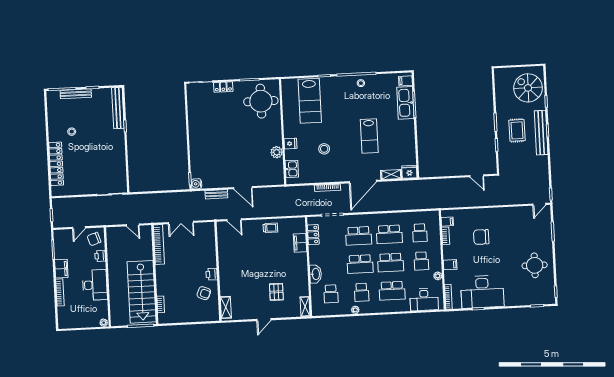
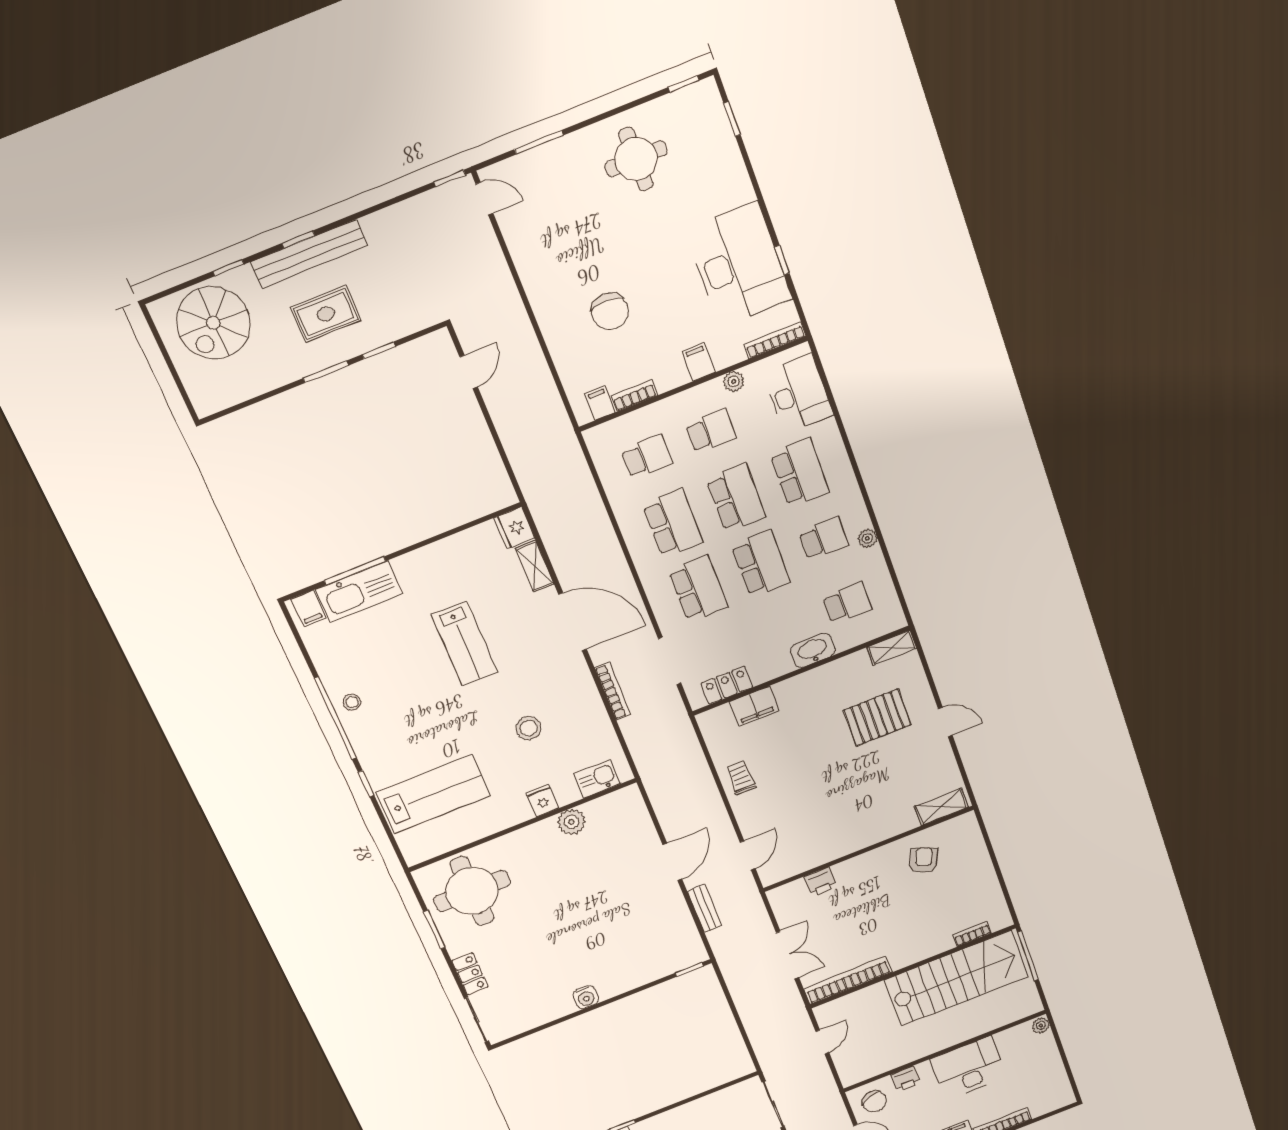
lab bench: (369, 136) -> (465, 643), turned 90
water cooler: (196, 184) -> (586, 997), moved
printer: (212, 274) -> (820, 882), moved
pallet: (276, 292) -> (877, 717), width x1.50, depth x1.42

